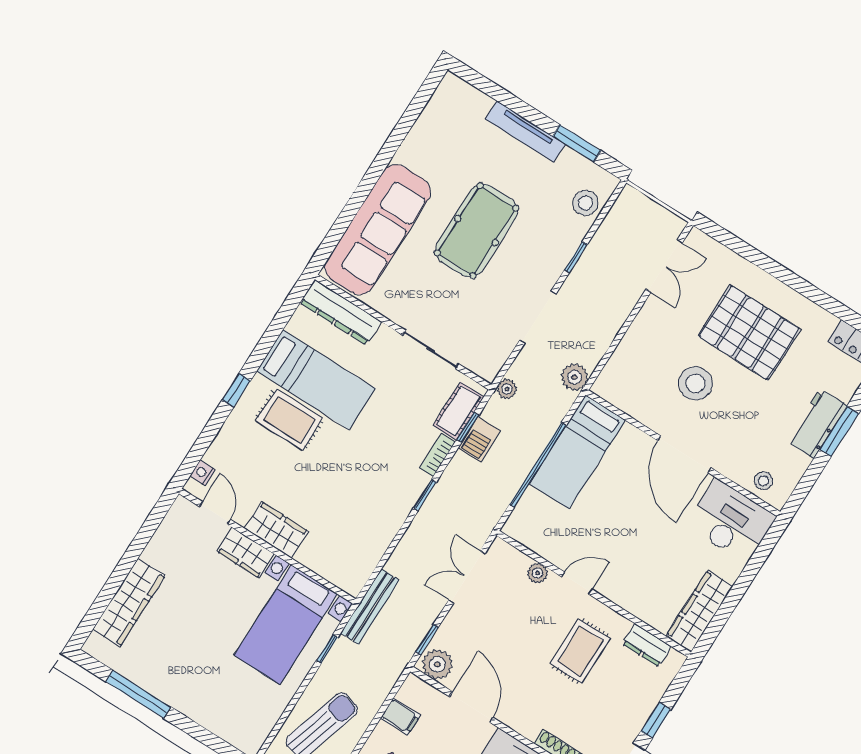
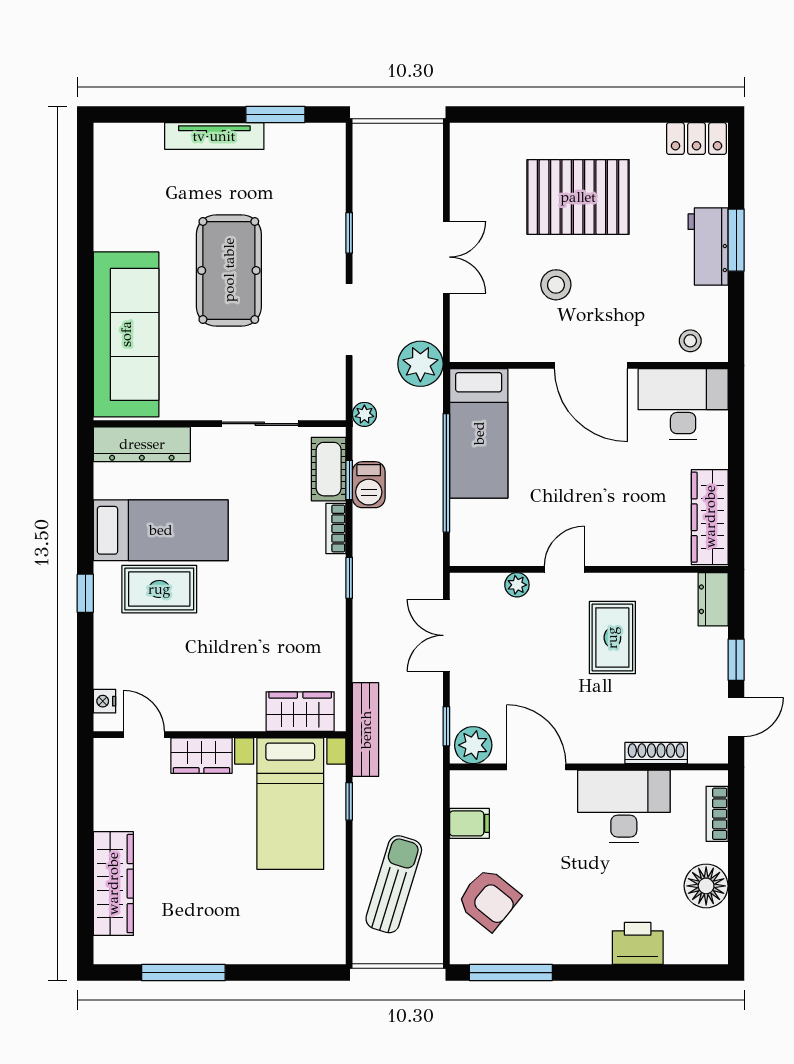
stool: (585, 203) -> (324, 170), removed
double door: (664, 266) -> (446, 257), moved
plant: (574, 377) -> (420, 364), width x1.36, depth x1.36
stool: (695, 383) -> (556, 285), width x0.73, depth x0.73
wardrobe: (276, 530) -> (300, 712), moved
dresser: (647, 645) -> (713, 599), moved, turned 90

